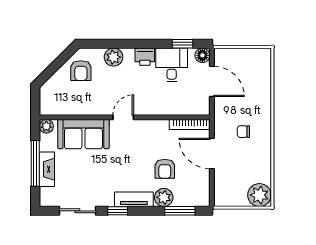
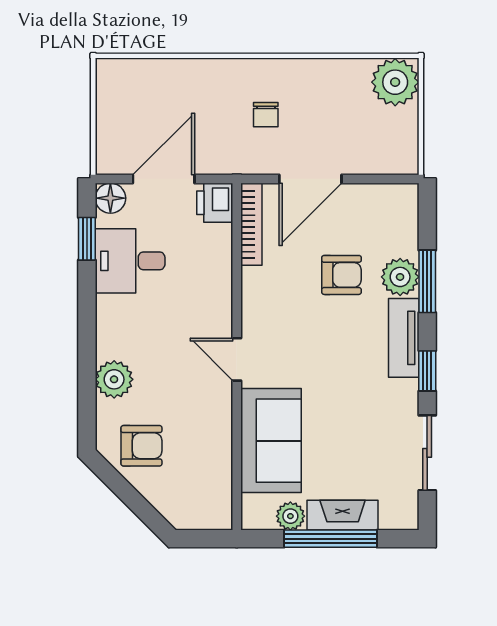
printer: (145, 57) -> (215, 203), moved, turned 180
plant: (46, 126) -> (290, 516), moved
window: (180, 211) -> (427, 281), moved

